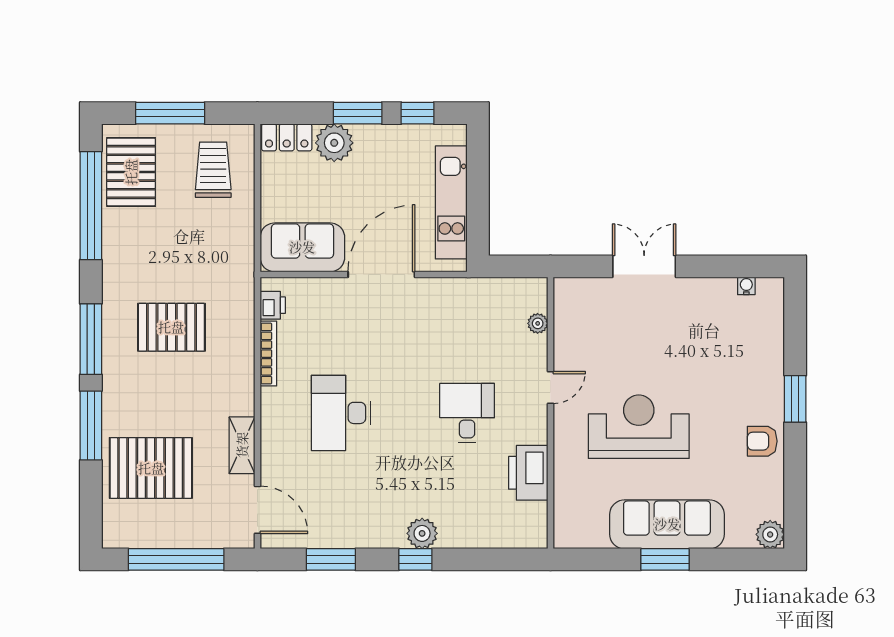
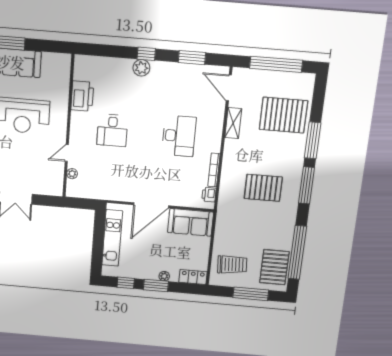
plant: (334, 143) -> (164, 276), width x0.53, depth x0.53
trolley: (213, 170) -> (232, 265), turned -94
door: (550, 388) -> (67, 153), moved

